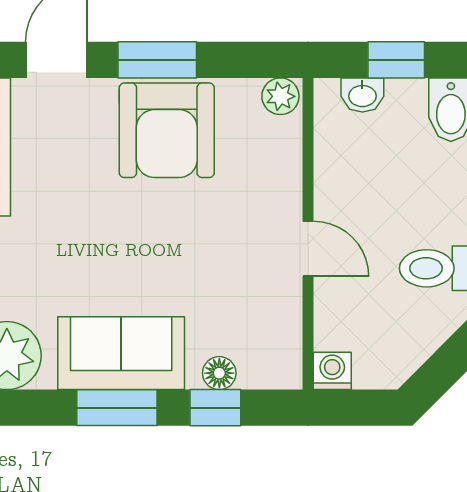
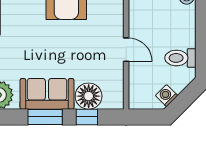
washing machine: (332, 371) -> (167, 96), moved, turned -45
floor lamp: (219, 373) -> (89, 96), width x1.89, depth x1.89

